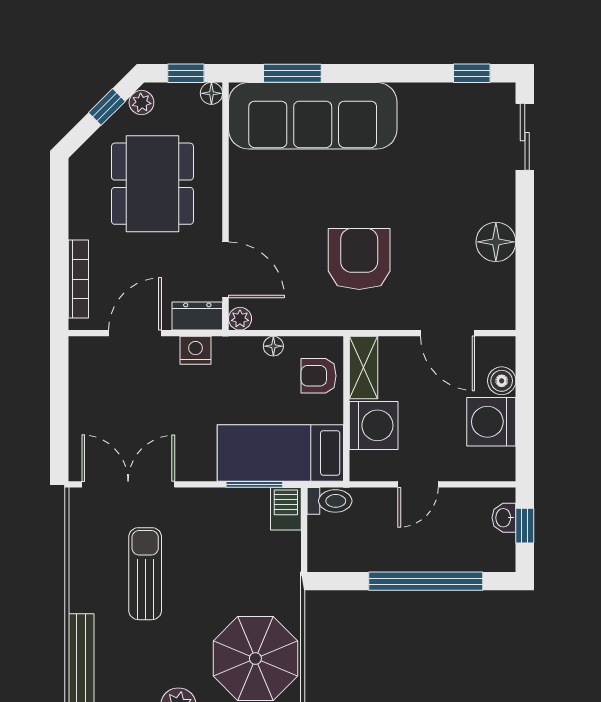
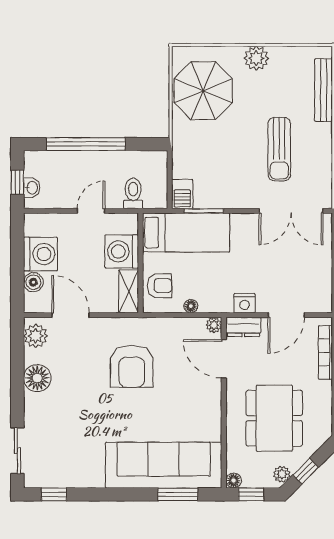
plant: (498, 303) -> (36, 336), added
toilet: (329, 501) -> (133, 193), moved, turned 90

